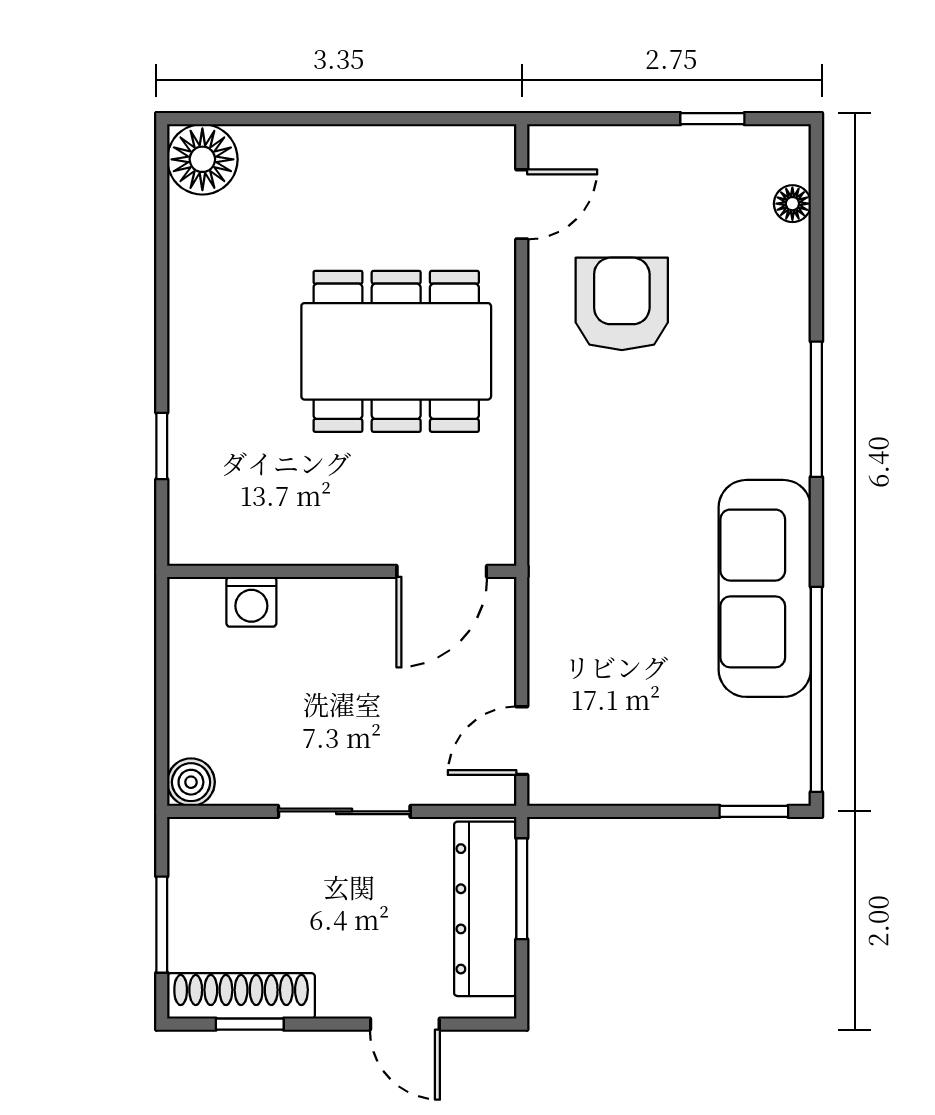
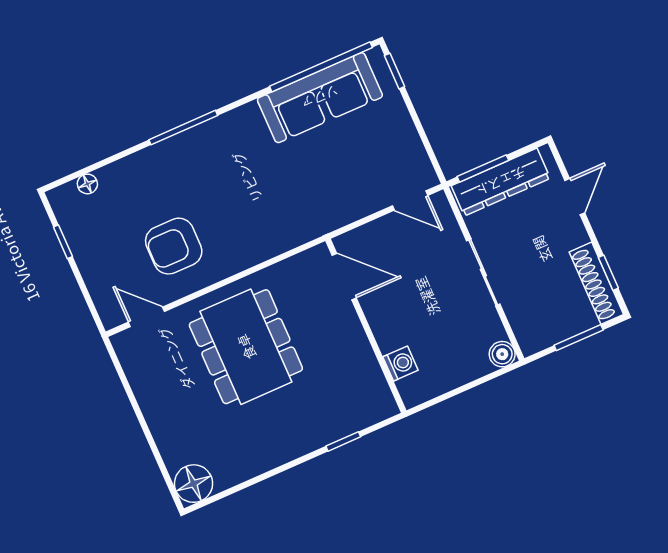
sofa: (765, 588) -> (320, 98), moved

